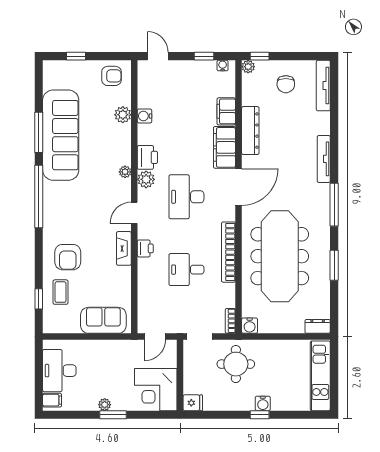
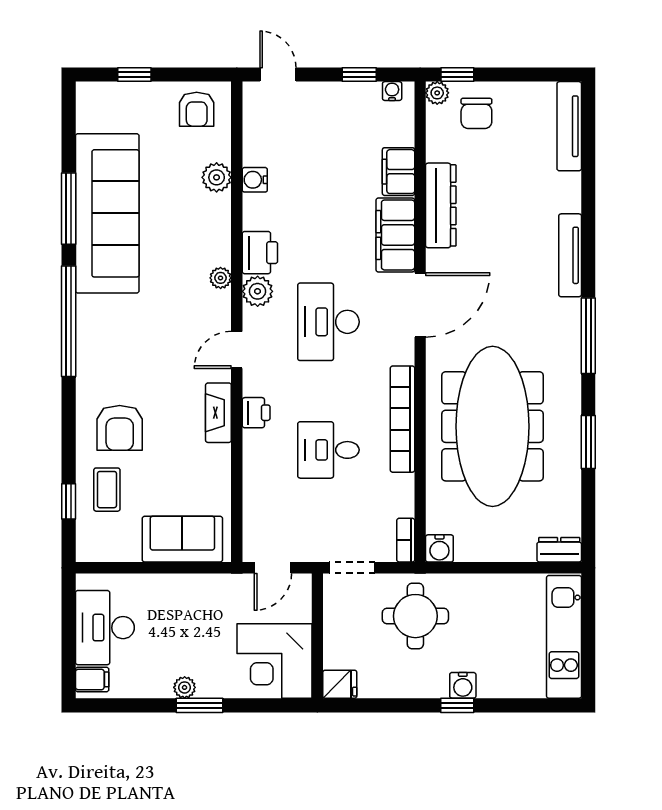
armchair: (111, 76) -> (197, 109), turned 90
chair: (286, 84) -> (476, 113), moved

